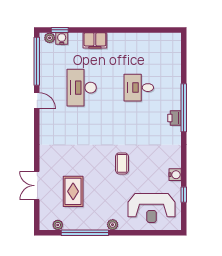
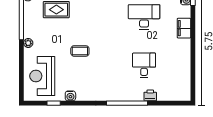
printer: (174, 118) -> (150, 95), moved

